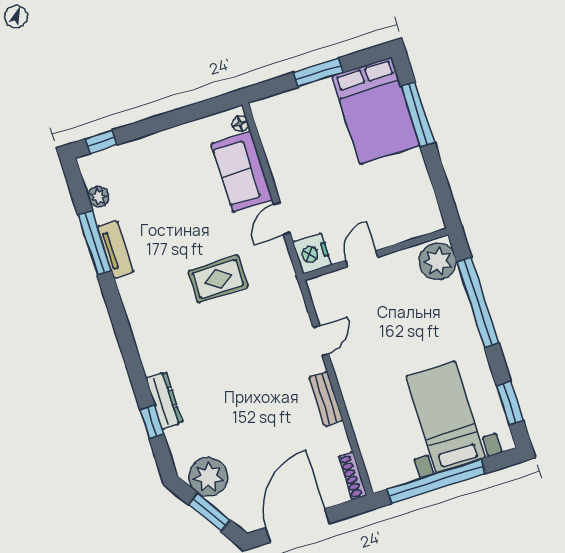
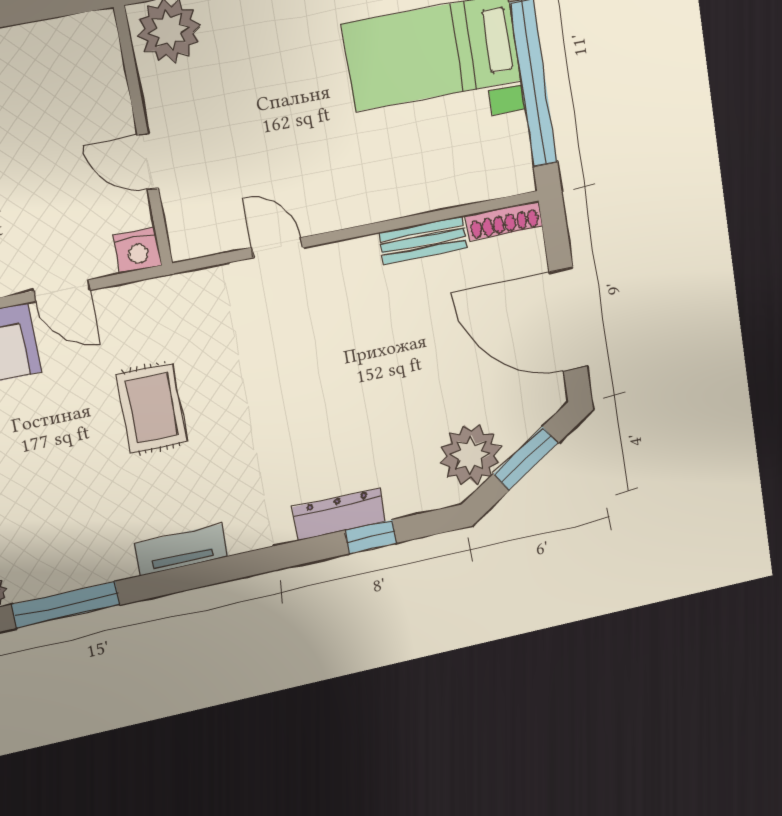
tv unit: (115, 249) -> (181, 550), moved
nightstand: (312, 254) -> (137, 250), width x0.74, depth x0.75
bench: (326, 399) -> (423, 240), moved

